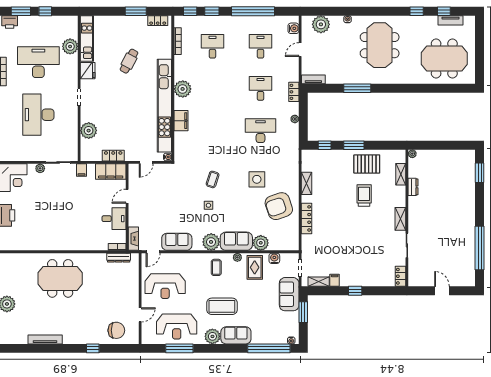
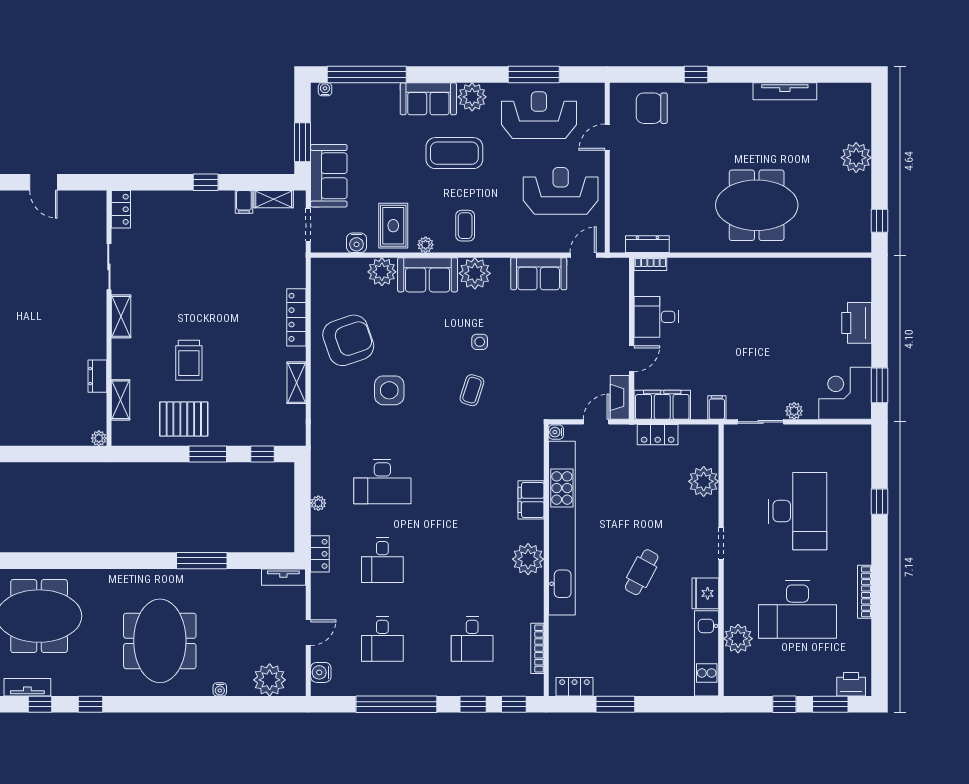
cafe table: (129, 61) -> (642, 572), moved
fireplace: (133, 239) -> (620, 397), moved

